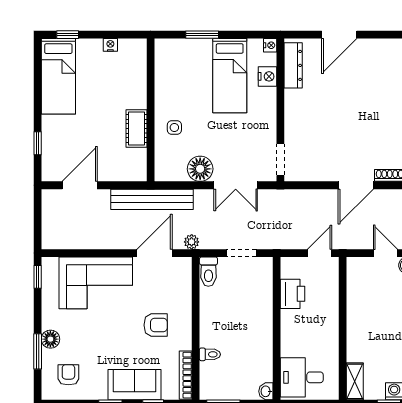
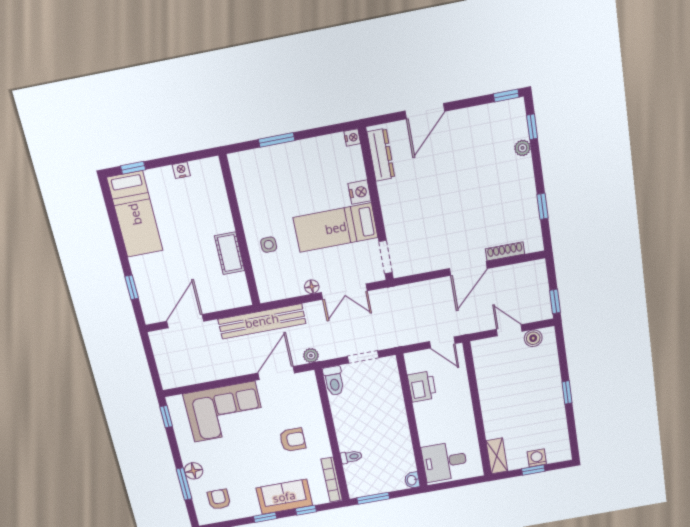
bed: (230, 76) -> (336, 228), moved, turned 90
nightstand: (268, 76) -> (360, 192), moved
floor lamp: (200, 169) -> (312, 287), width x0.53, depth x0.53
door: (320, 253) -> (442, 343), swing flipped

